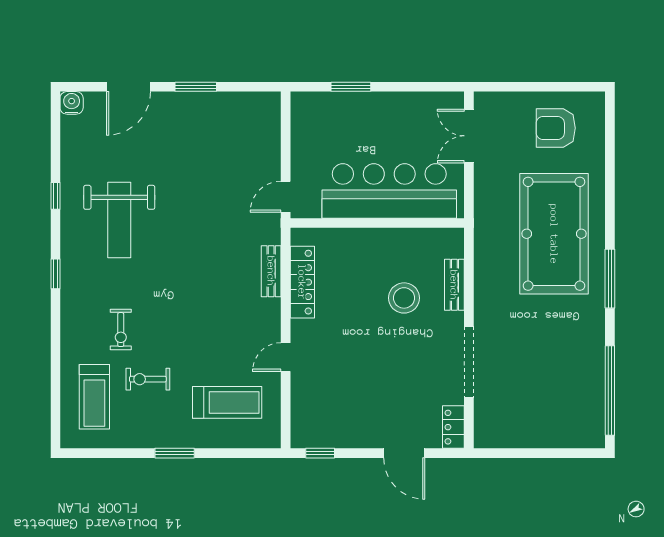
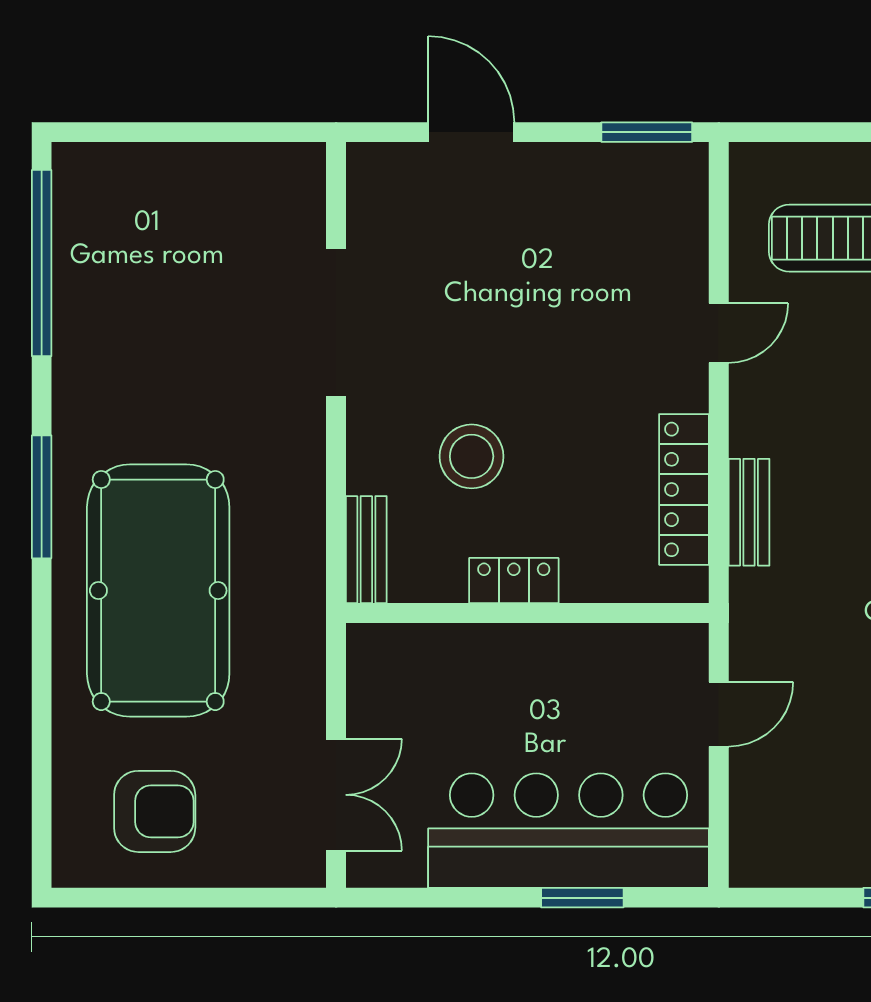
bar counter: (389, 191) -> (569, 831), moved, turned 180
door: (286, 197) -> (719, 714), moved
bench: (454, 285) -> (366, 550), moved
locker: (453, 427) -> (514, 581), moved, turned -90
window: (320, 453) -> (647, 132), width x1.50

